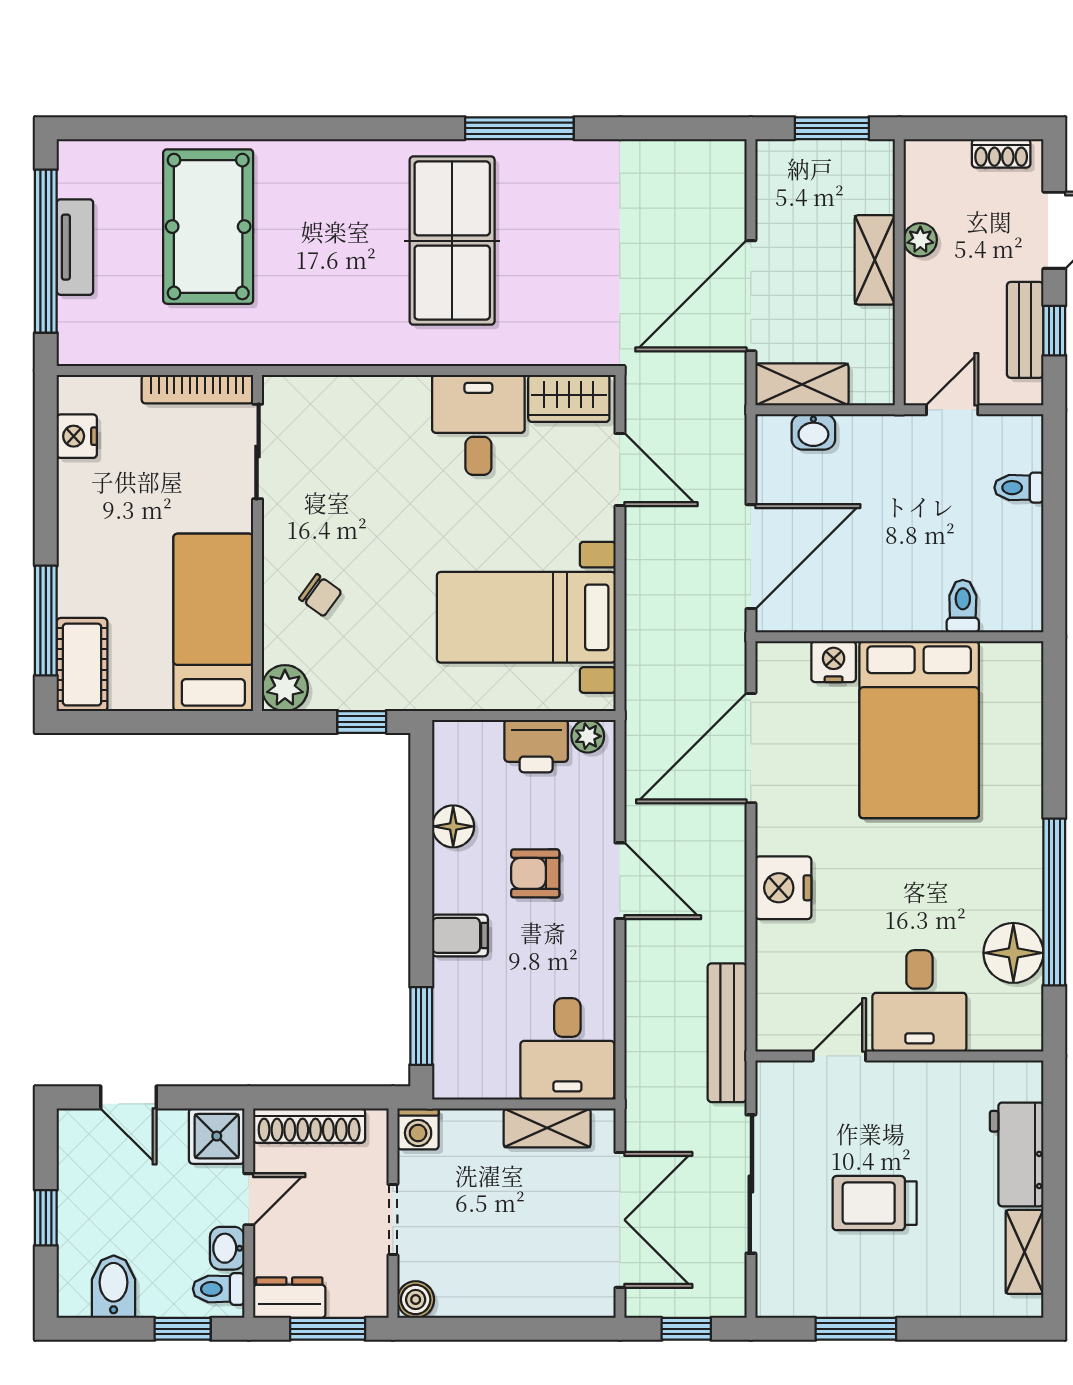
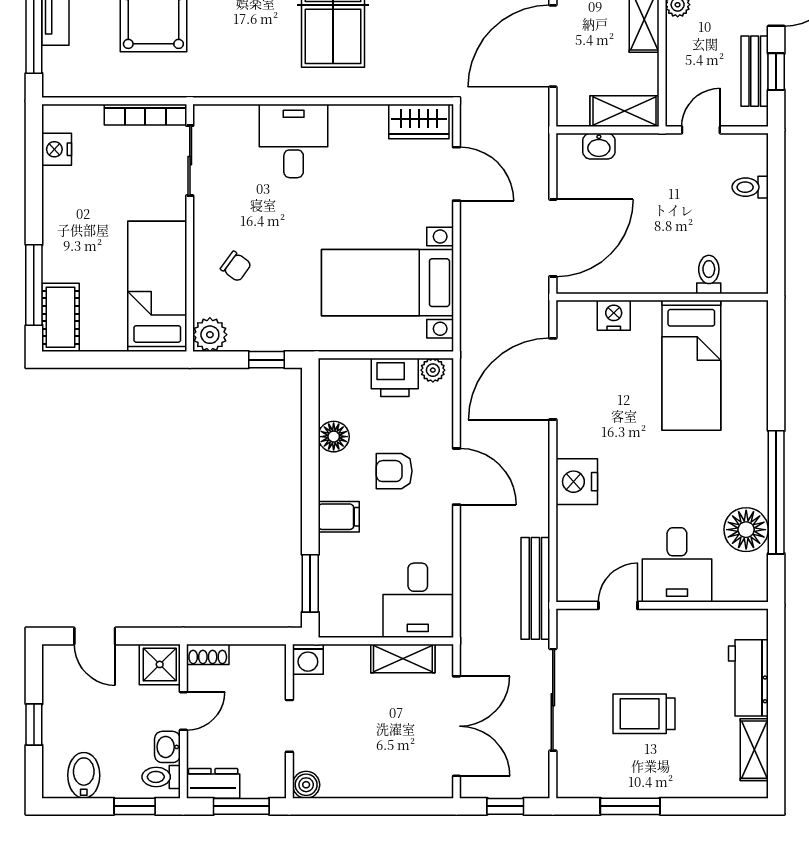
shelving: (802, 384) -> (625, 111), moved
desk: (478, 425) -> (294, 141), moved
bed: (919, 730) -> (691, 365), width x0.67
shoe rack: (309, 1126) -> (208, 654), width x0.51, depth x0.81

